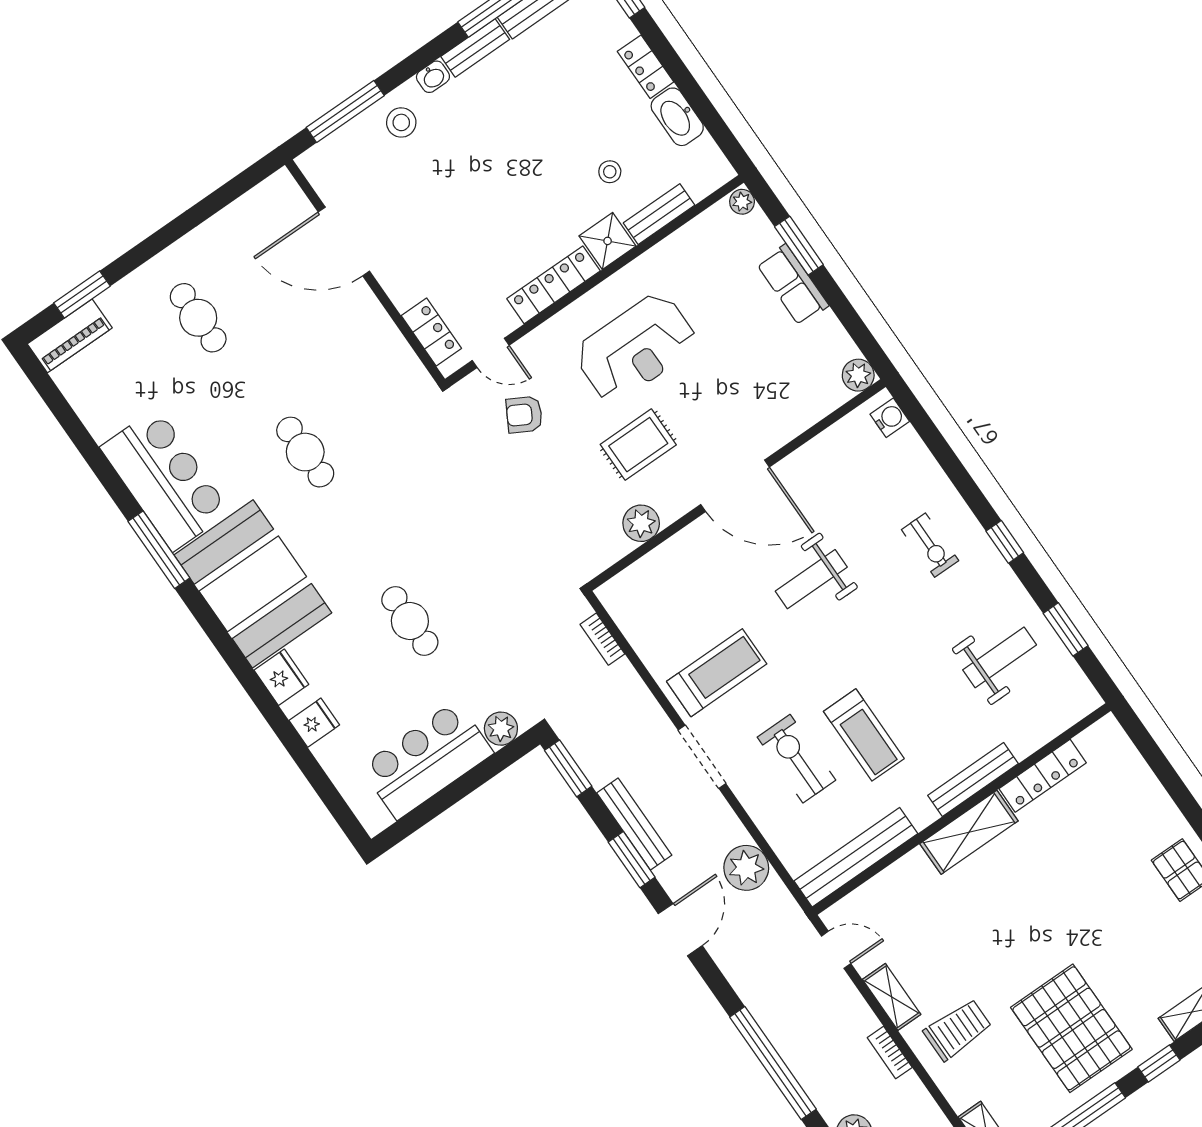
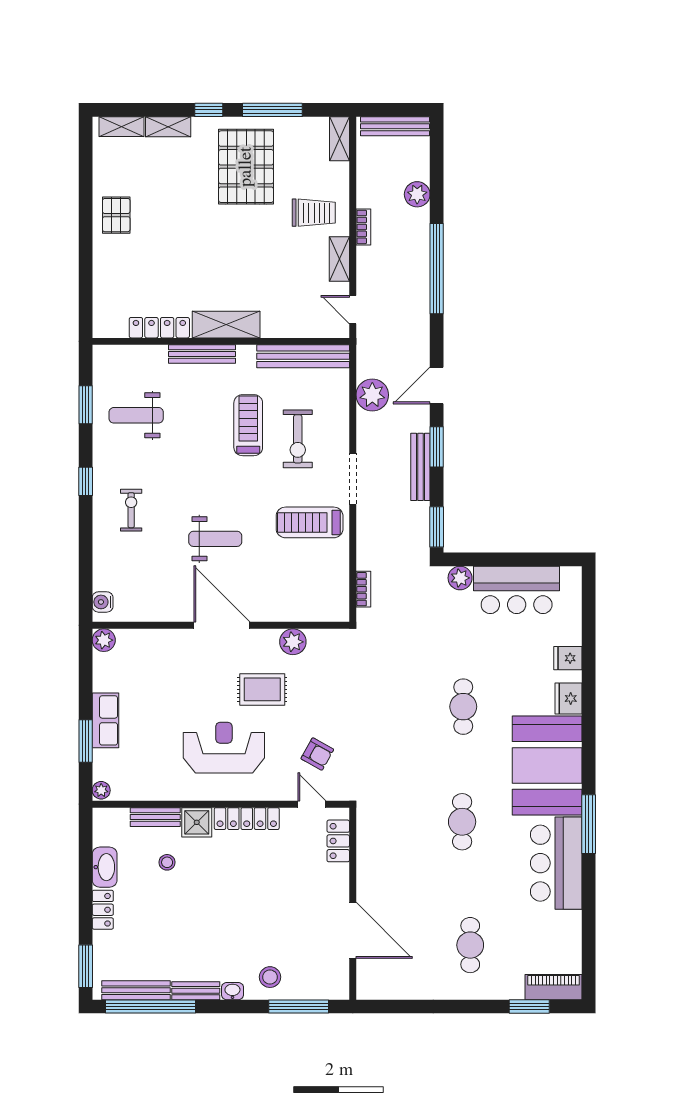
cafe table: (410, 621) -> (463, 707), moved
trolley: (958, 1030) -> (314, 213), turned 180

